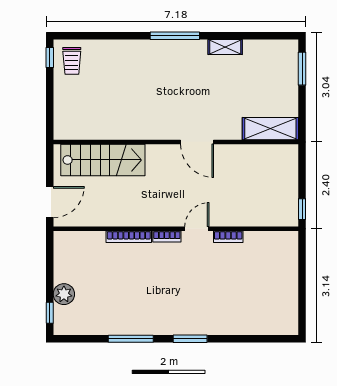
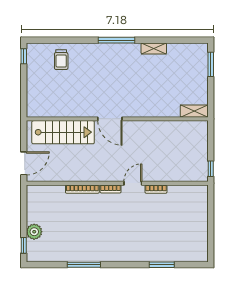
trolley: (72, 61) -> (61, 60), moved
shelving: (270, 129) -> (194, 111), width x0.67, depth x0.75
door: (197, 142) -> (110, 119), moved
window: (190, 339) -> (162, 265), moved

